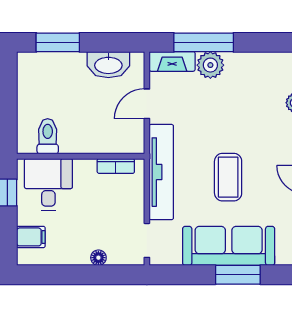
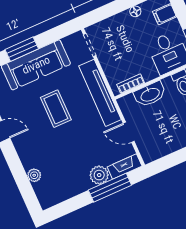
washbasin: (108, 65) -> (150, 94), moved, turned 180
door: (147, 104) -> (129, 132), swing flipped
floor lamp: (98, 258) -> (135, 11), moved

